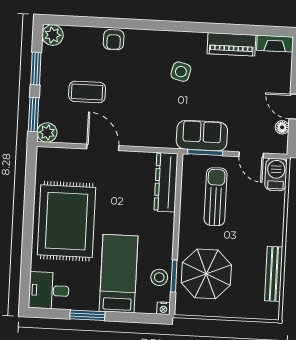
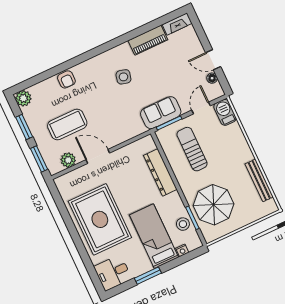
coffee table: (87, 92) -> (67, 124), width x1.36, depth x1.32
plant: (47, 133) -> (68, 160), moved
door: (251, 155) -> (201, 108), swing flipped
dresser: (166, 182) -> (160, 172), moved
nightstand: (164, 308) -> (182, 250), moved

